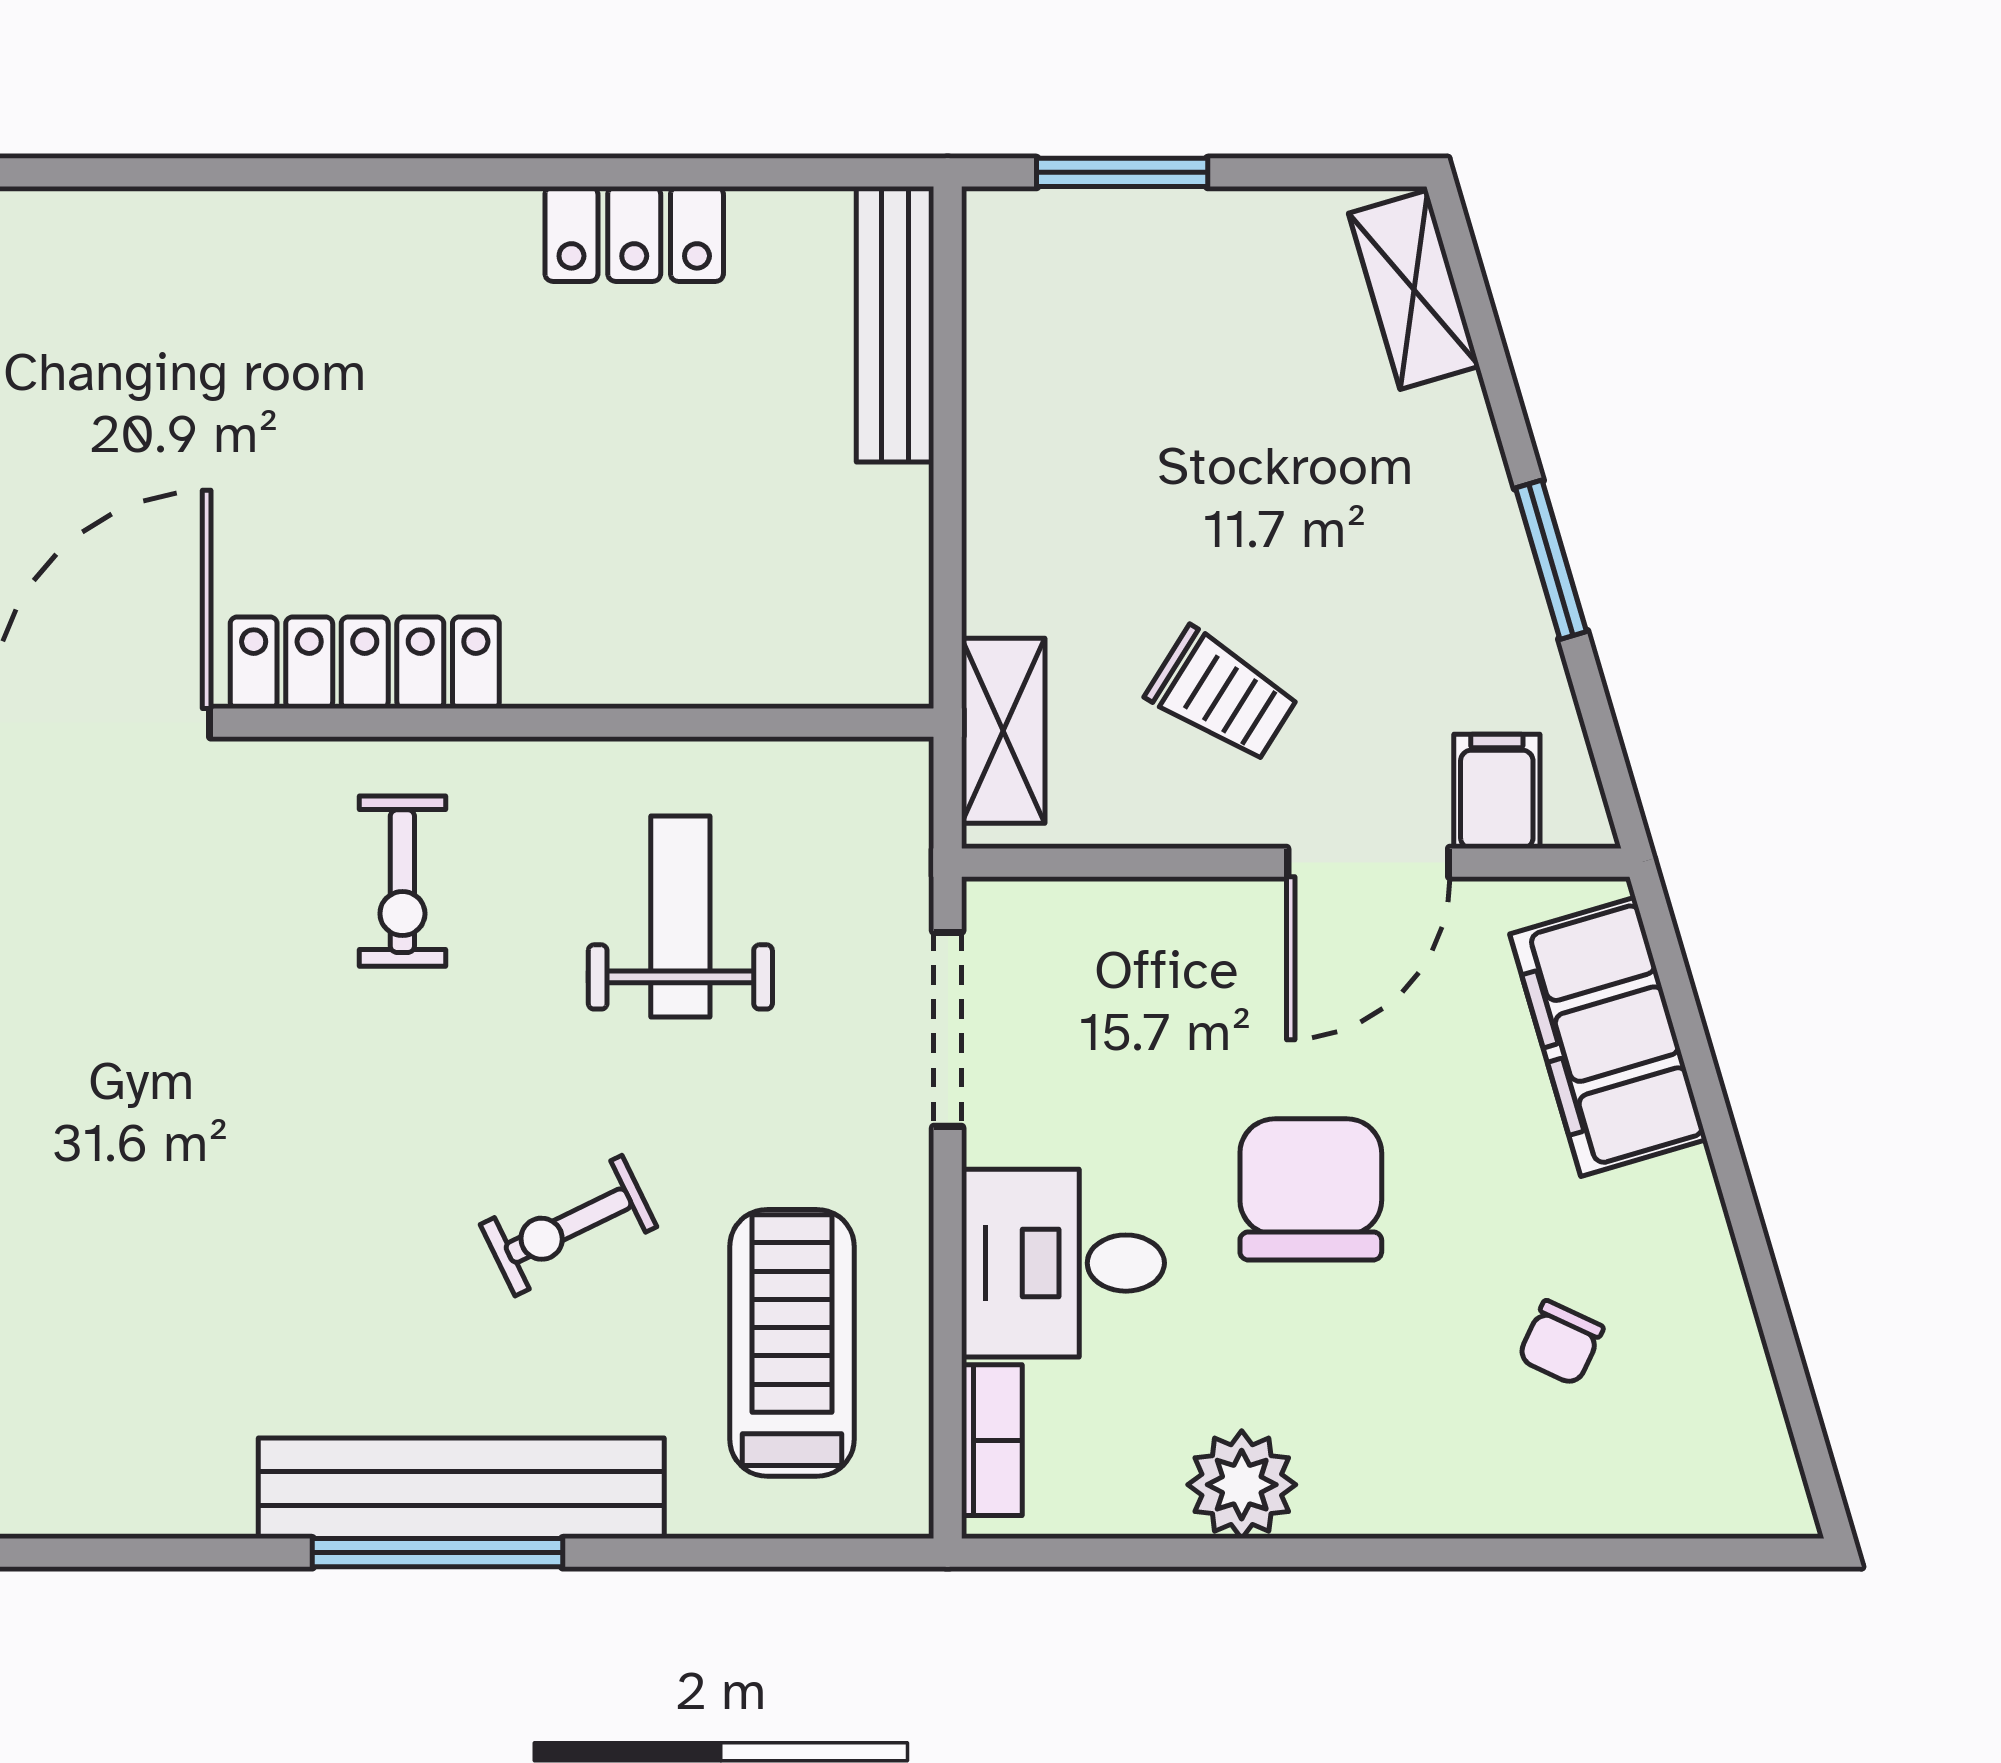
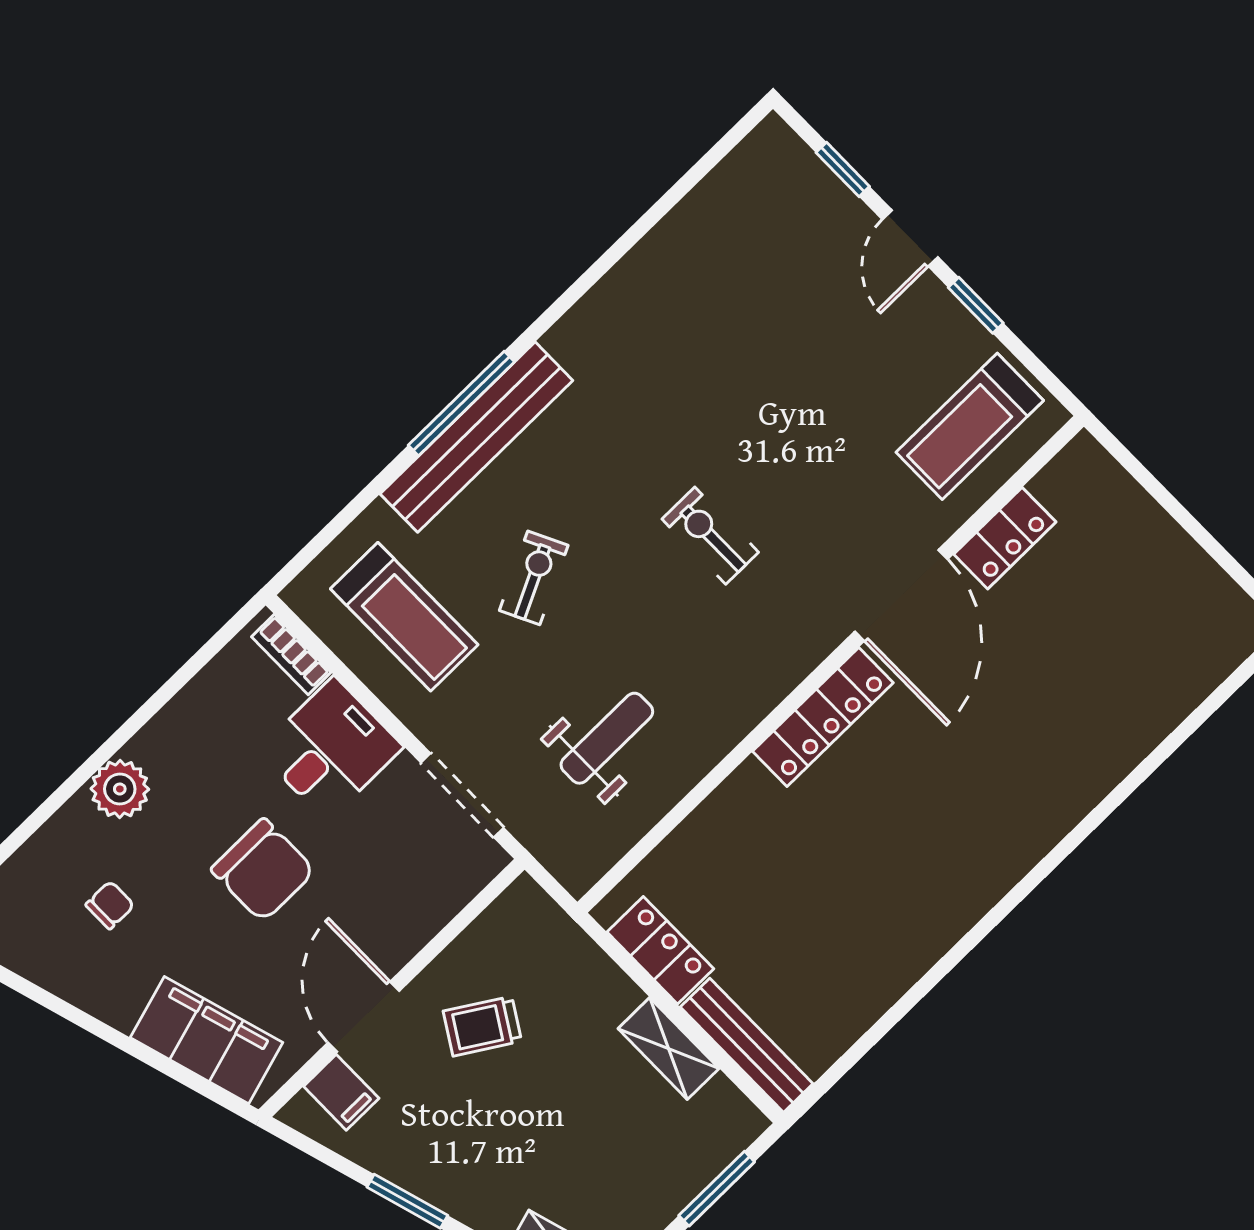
locker: (634, 234) -> (660, 950), moved, turned 90
shelving: (1003, 731) -> (668, 1048), moved
exercise bike: (402, 881) -> (710, 536), moved
weight bench: (680, 917) -> (607, 738), turned -90
chair: (1561, 1343) -> (110, 905), turned 65
plant: (1242, 1485) -> (120, 789), moved

